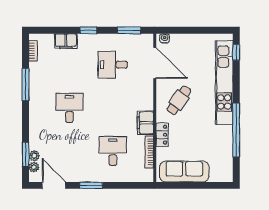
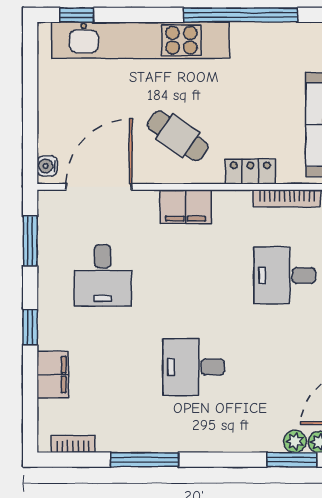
filing cabinet: (145, 123) -> (186, 207), moved

